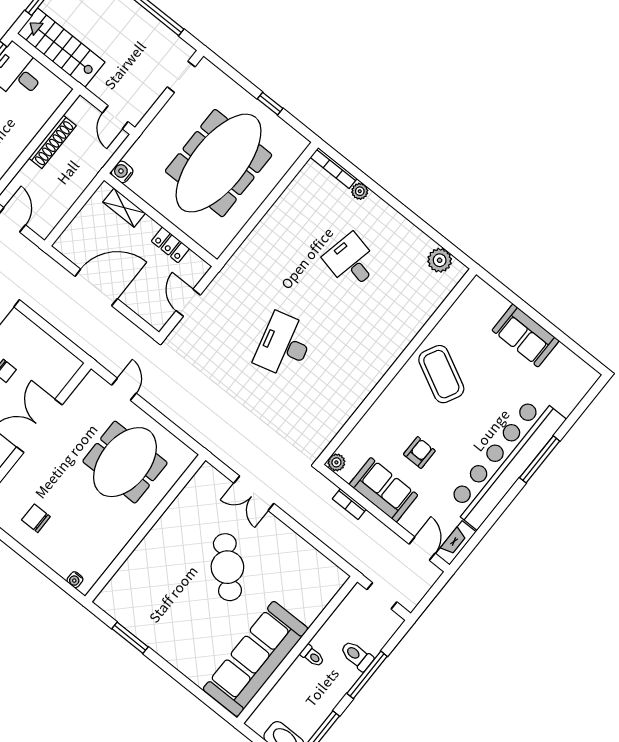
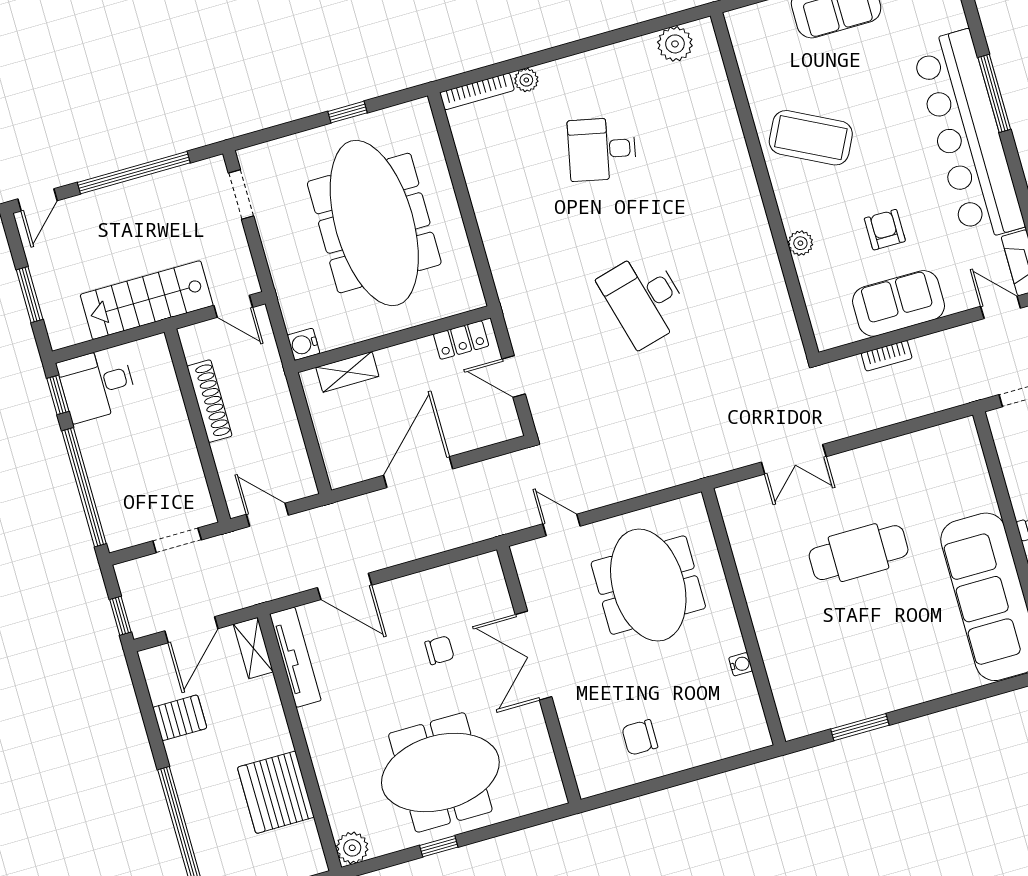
stairs: (61, 48) -> (147, 300), moved
locker: (170, 245) -> (461, 340), moved
plant: (336, 462) -> (800, 243), moved
cafe table: (227, 567) -> (859, 553), turned -45
water cooler: (75, 580) -> (741, 664), moved, turned -90

